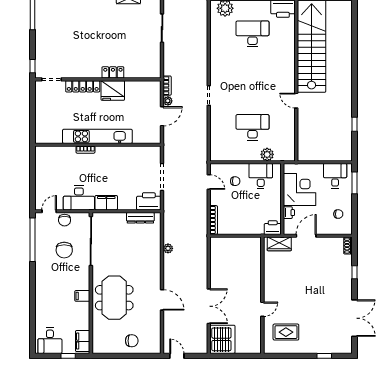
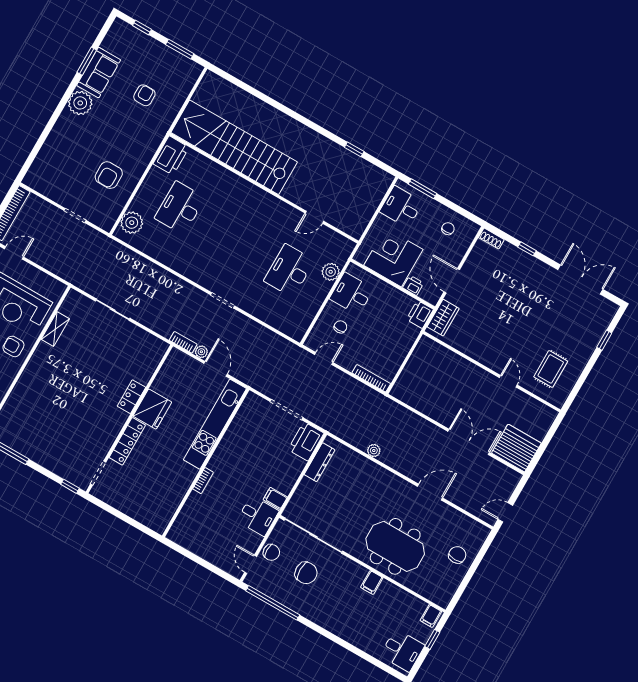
door: (296, 101) -> (314, 217), moved
kitchen unit: (97, 136) -> (215, 424), moved
desk: (79, 198) -> (258, 516), width x0.73
filing cabinet: (106, 203) -> (275, 498), width x0.50
filing cabinet: (83, 341) -> (431, 616), width x0.50

